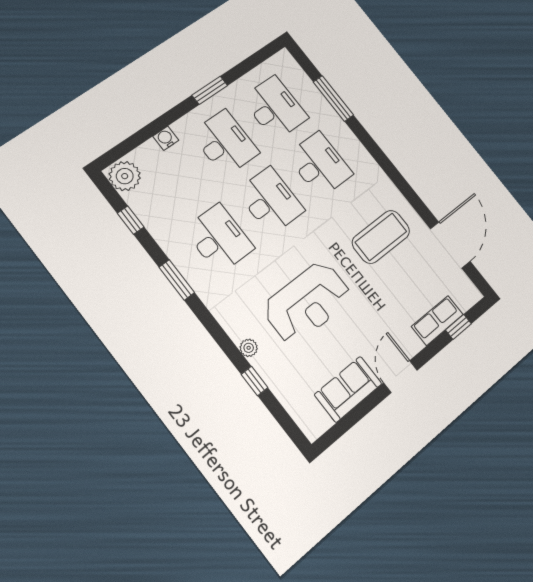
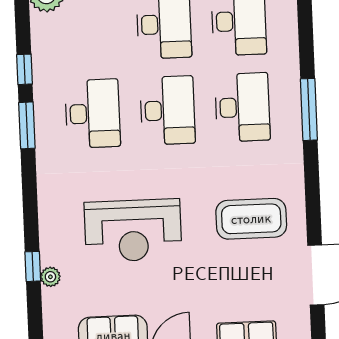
window: (333, 99) -> (309, 109), moved
window: (131, 220) -> (25, 69), moved
plant: (249, 348) -> (50, 277), moved

